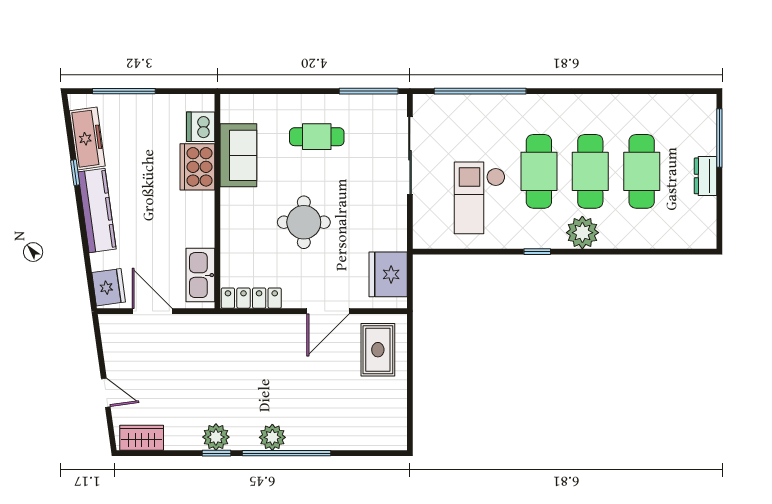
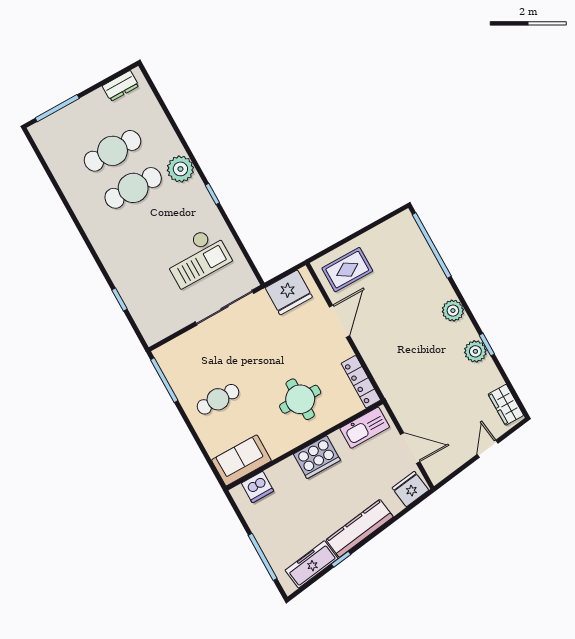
window: (480, 91) -> (119, 300), width x0.32
cafe table: (317, 137) -> (218, 399), turned 90
sofa: (238, 155) -> (241, 460), moved
sliding door: (410, 155) -> (224, 308), moved
cooker: (197, 167) -> (317, 457), moved
cafe table: (539, 171) -> (154, 225), removed
dresser: (705, 176) -> (121, 86), moved
round table: (304, 222) -> (300, 399), moved
door: (152, 311) -> (410, 448), swing flipped
door: (328, 311) -> (339, 321), hinge flipped
window: (287, 453) -> (432, 245), moved

